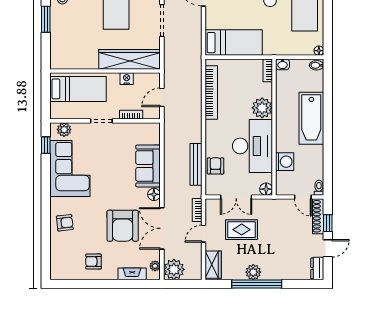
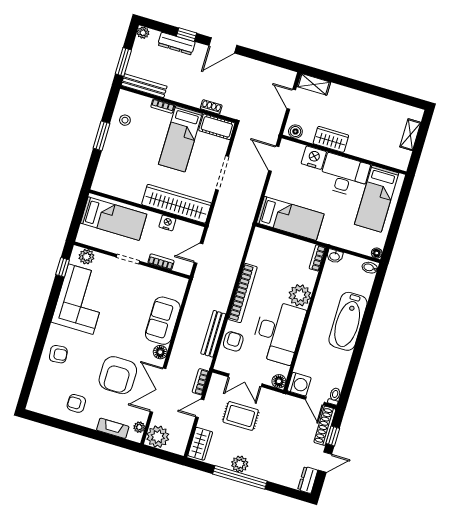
bookcase: (211, 93) -> (243, 293), moved
washing machine: (285, 162) -> (299, 384), moved

